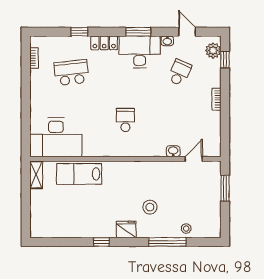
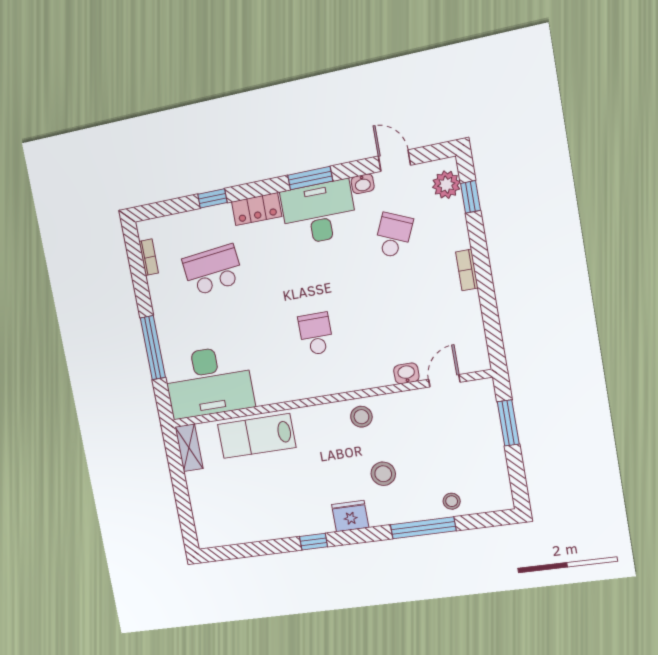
window: (26, 111) -> (153, 348), added
stool: (143, 172) -> (361, 417), added

